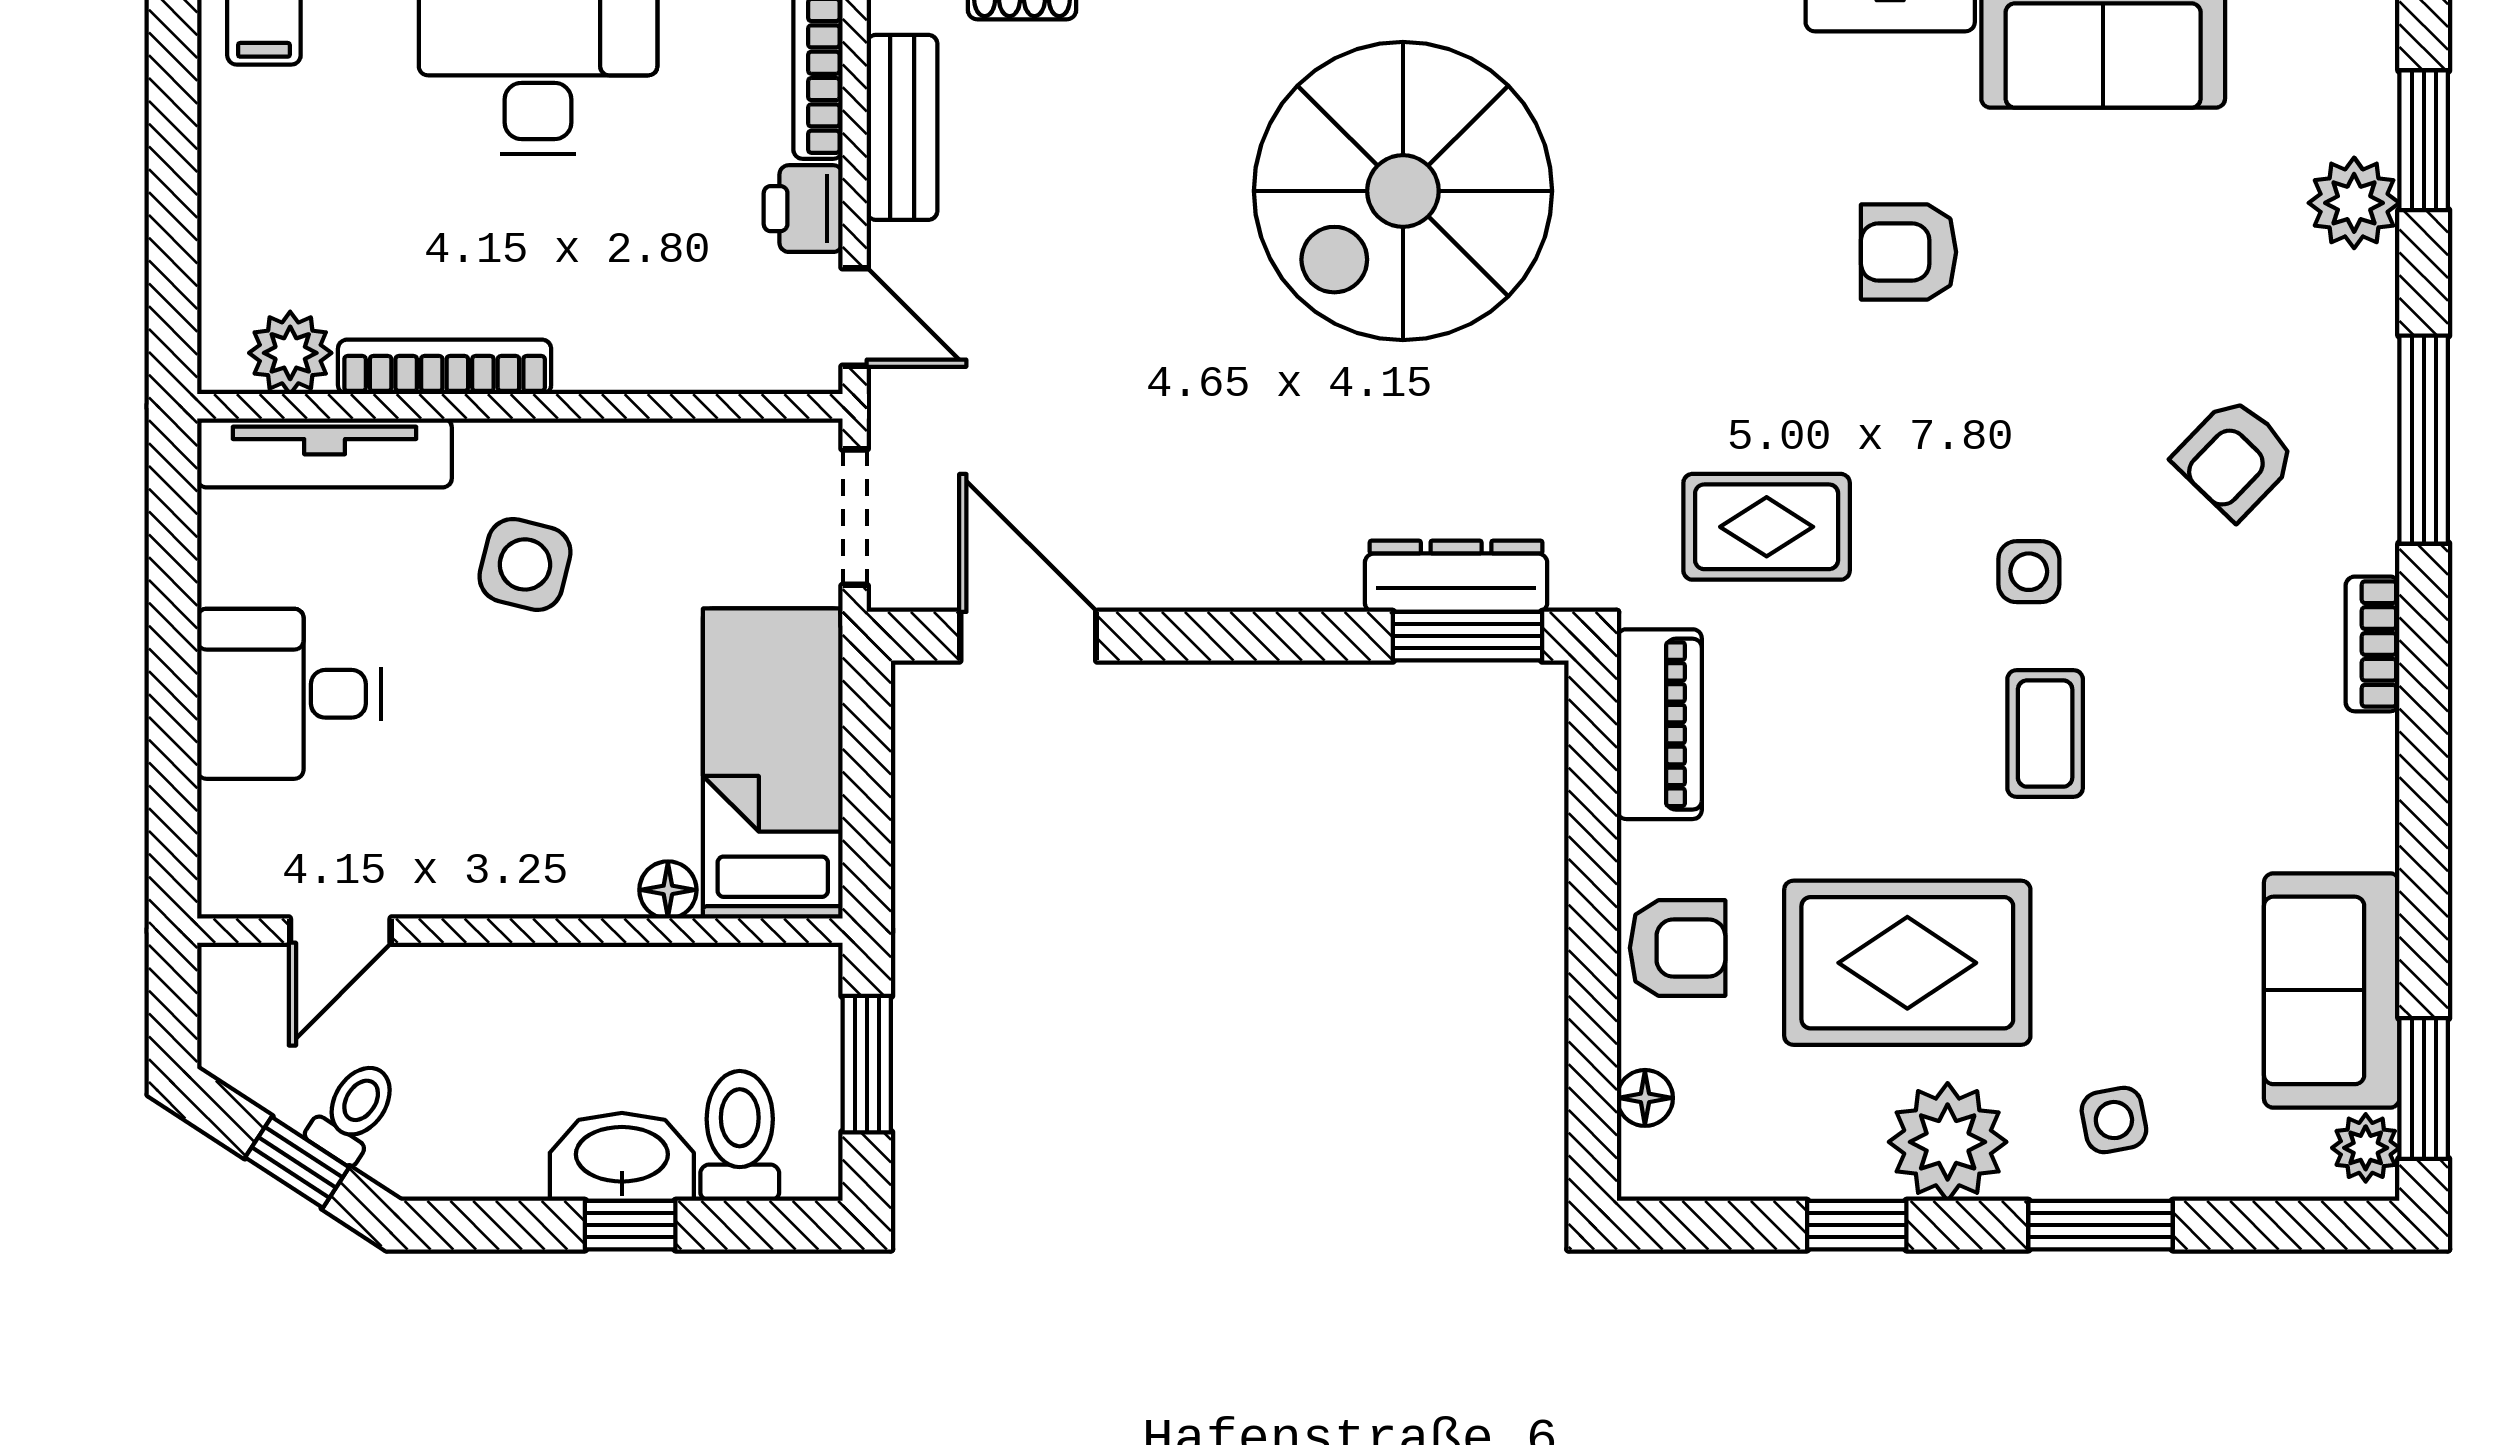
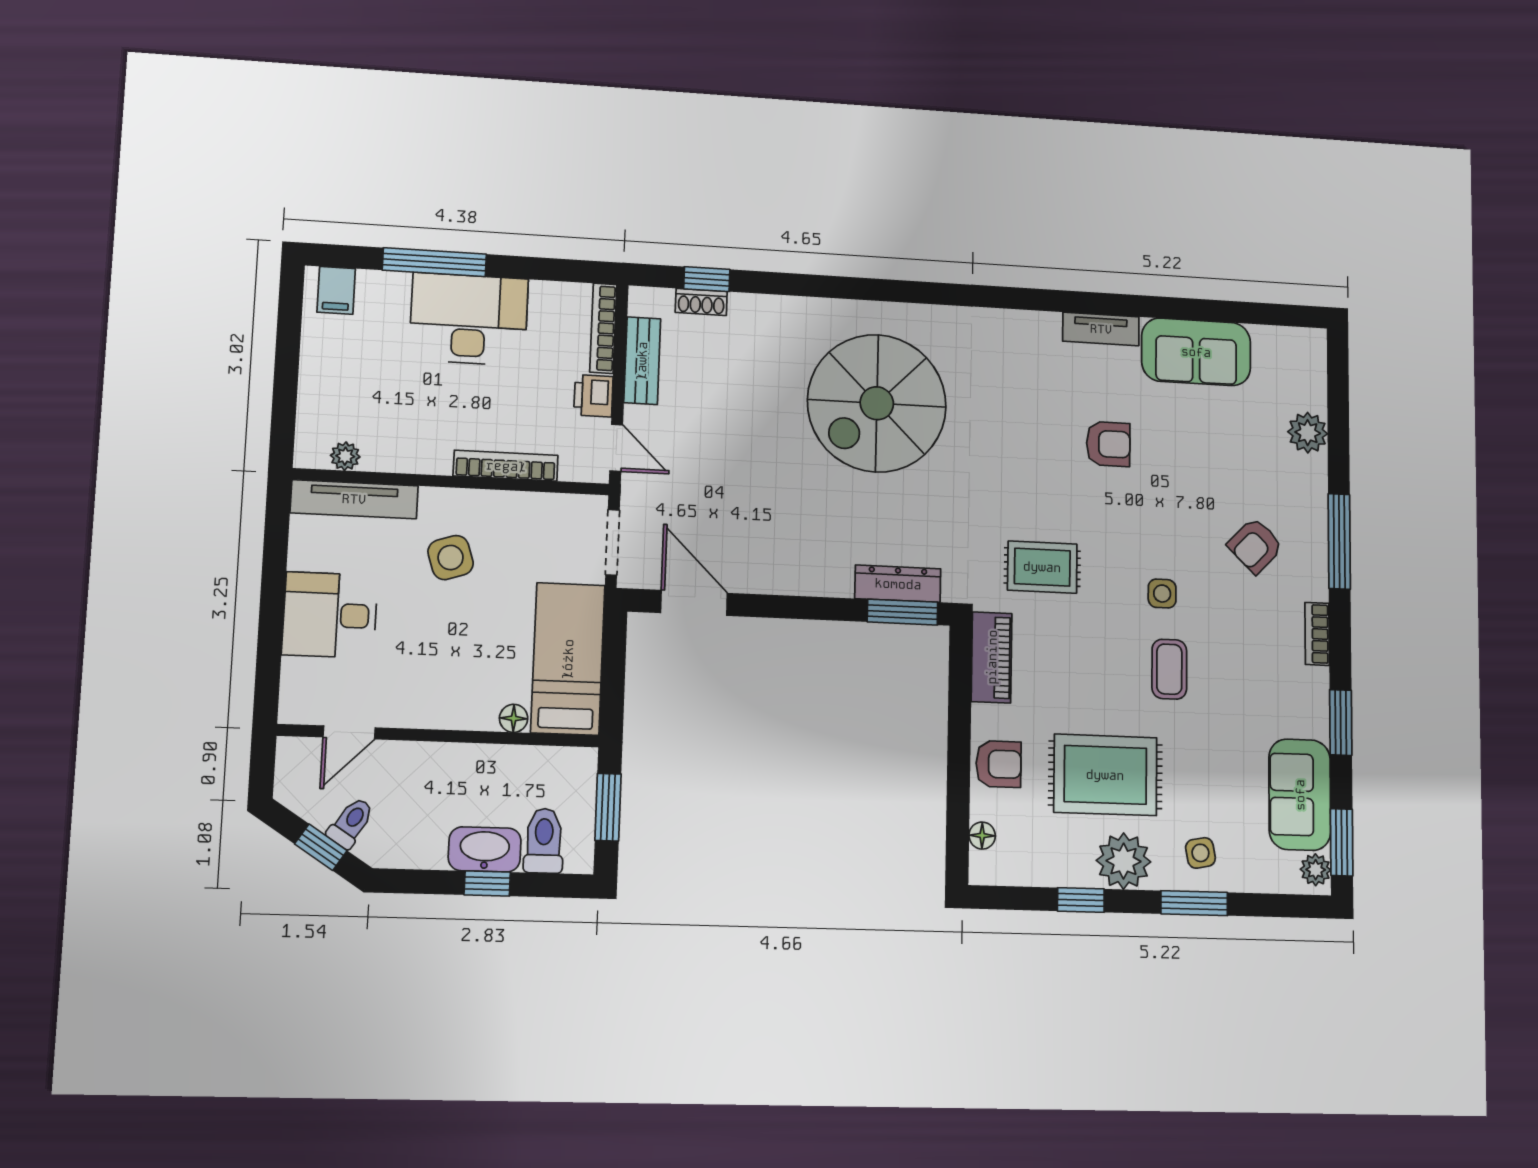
window: (2424, 140) -> (1341, 723), moved
armchair: (1908, 252) -> (1108, 444), turned 180
plant: (290, 353) -> (345, 456), width x0.73, depth x0.73
bookcase: (445, 367) -> (506, 466), moved
side table: (525, 564) -> (451, 558), turned -32

